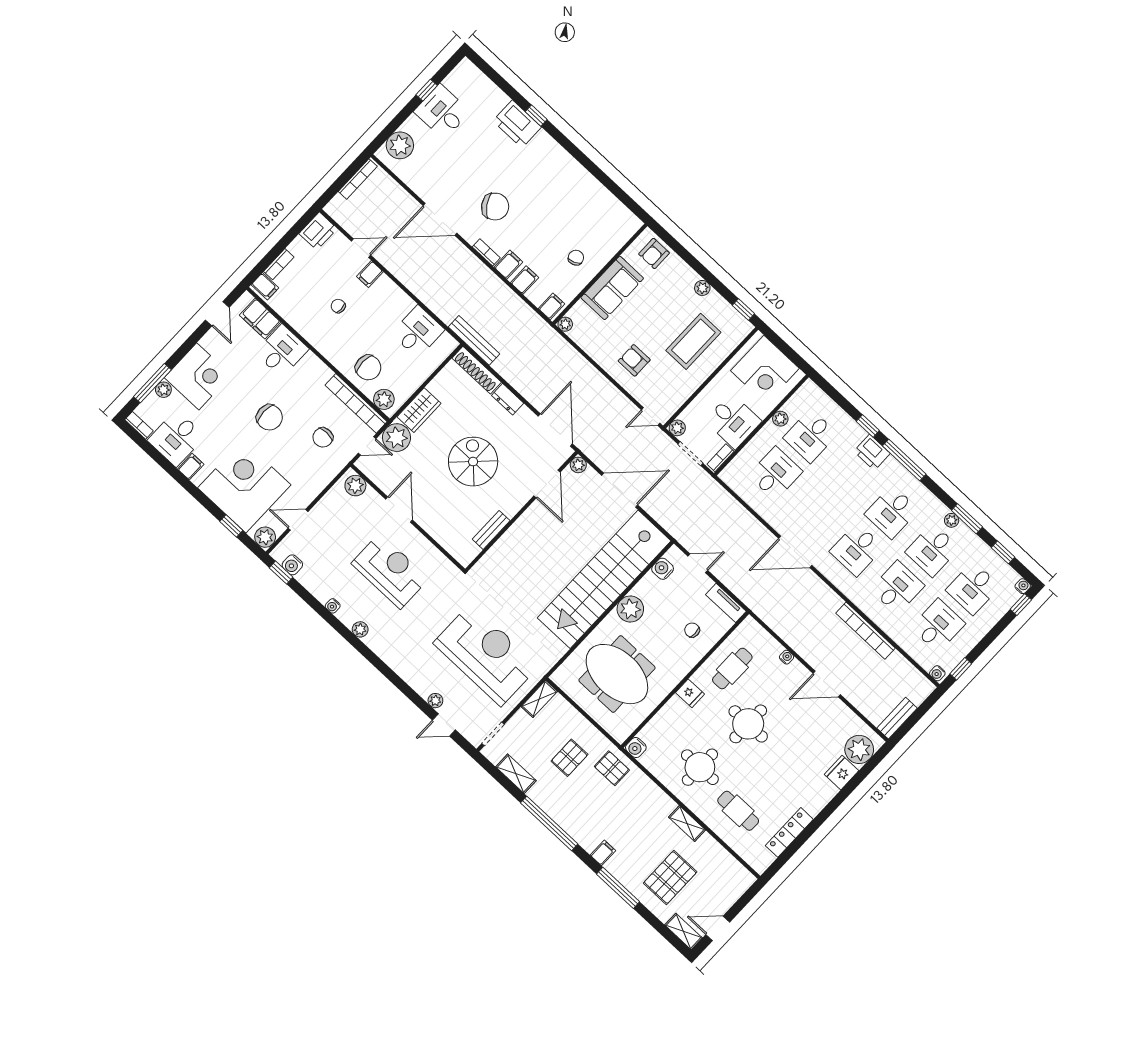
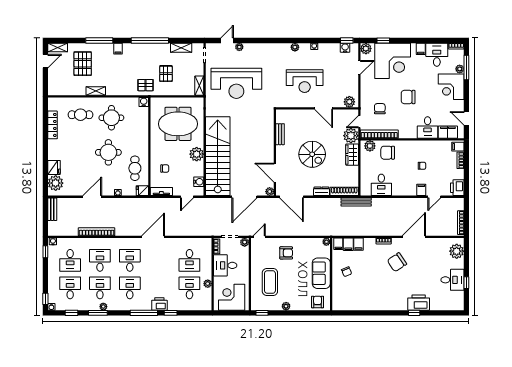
filing cabinet: (508, 265) -> (348, 244), moved
desk: (897, 588) -> (100, 260), turned 180
fridge: (690, 693) -> (142, 191), moved

